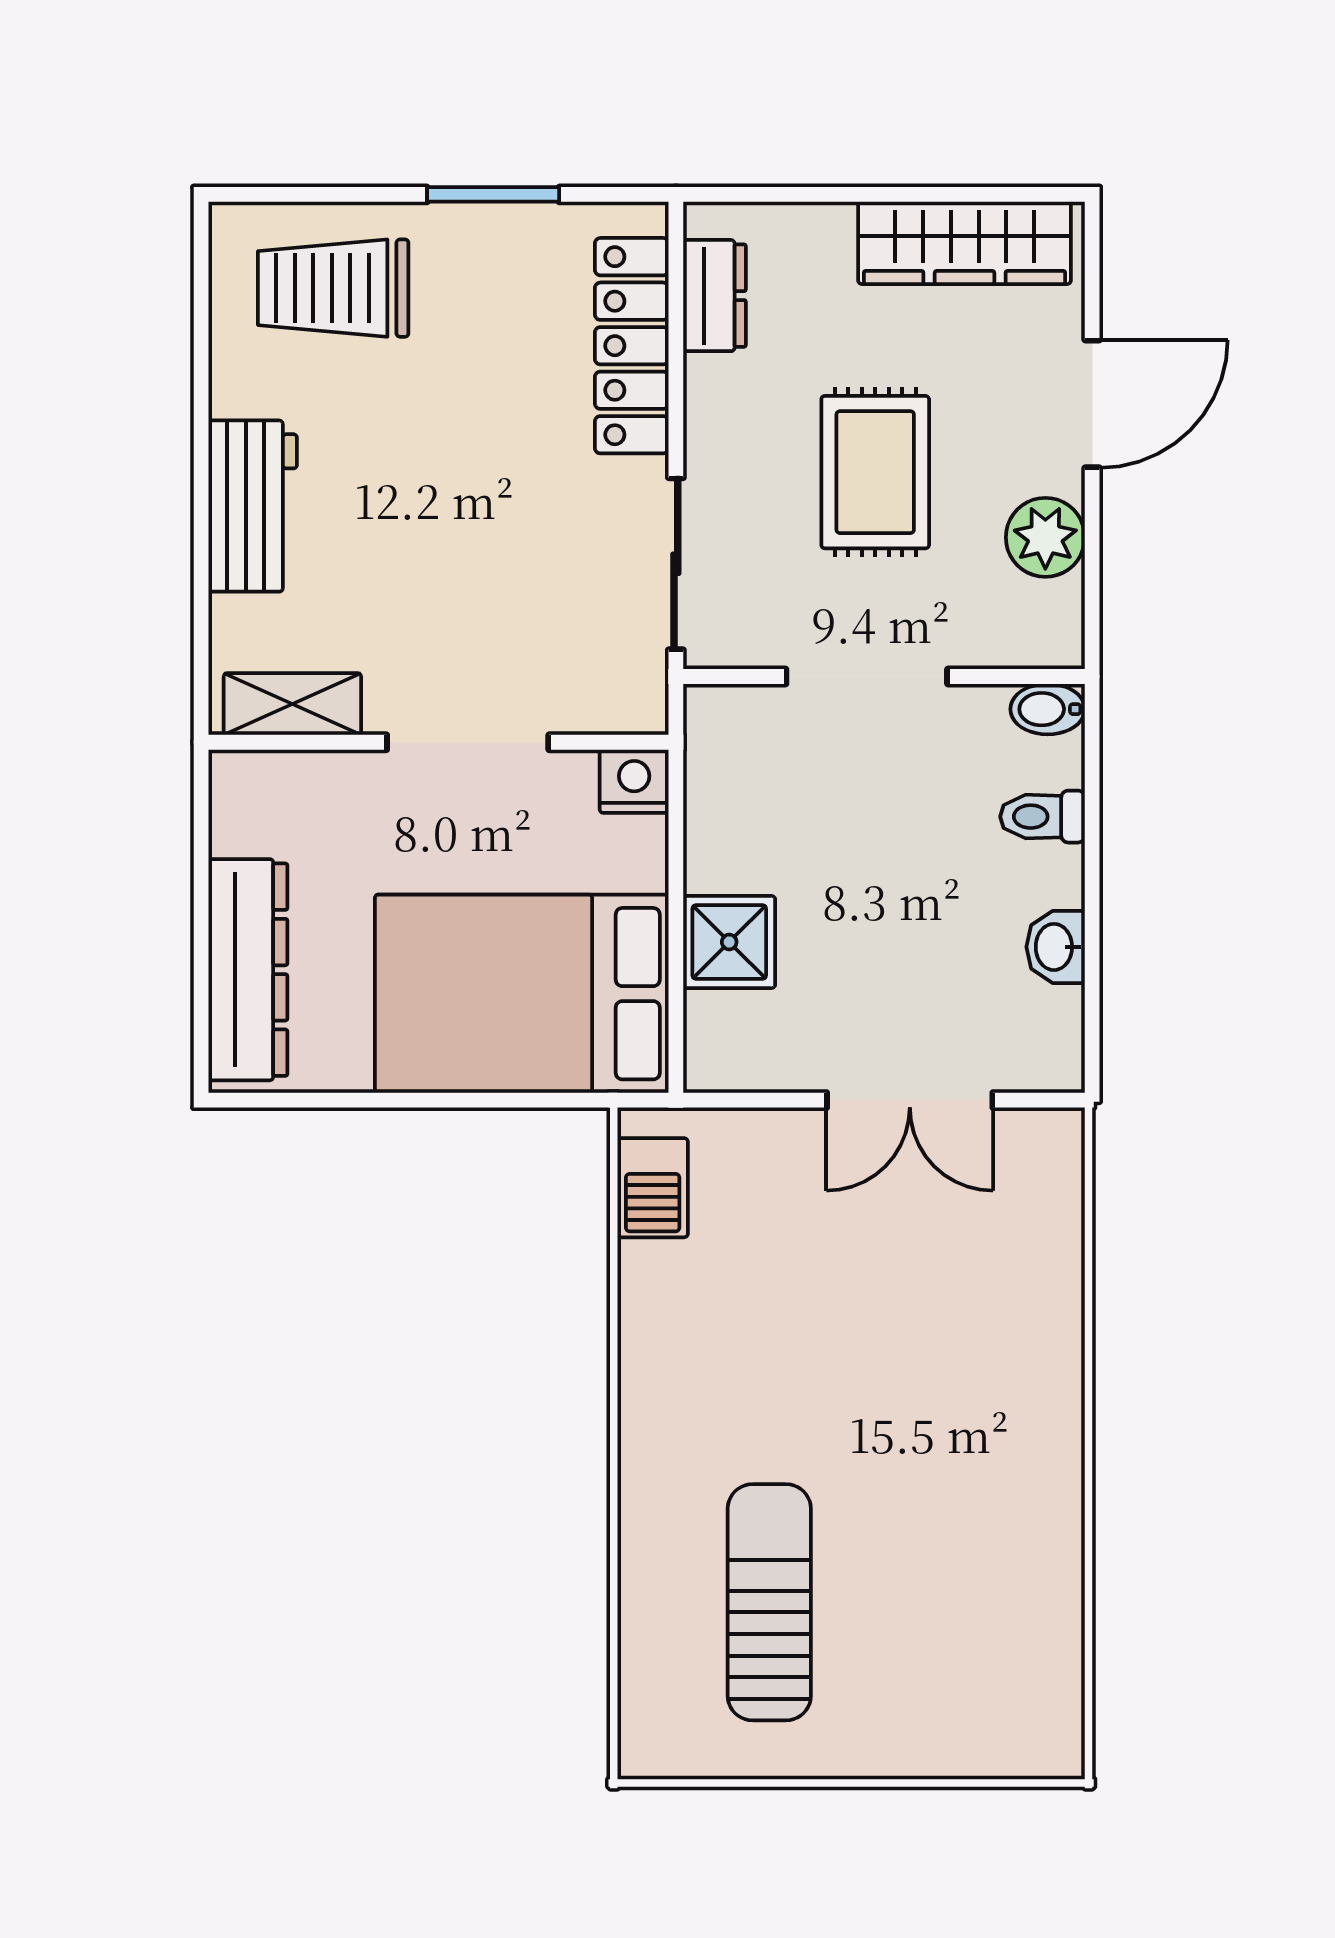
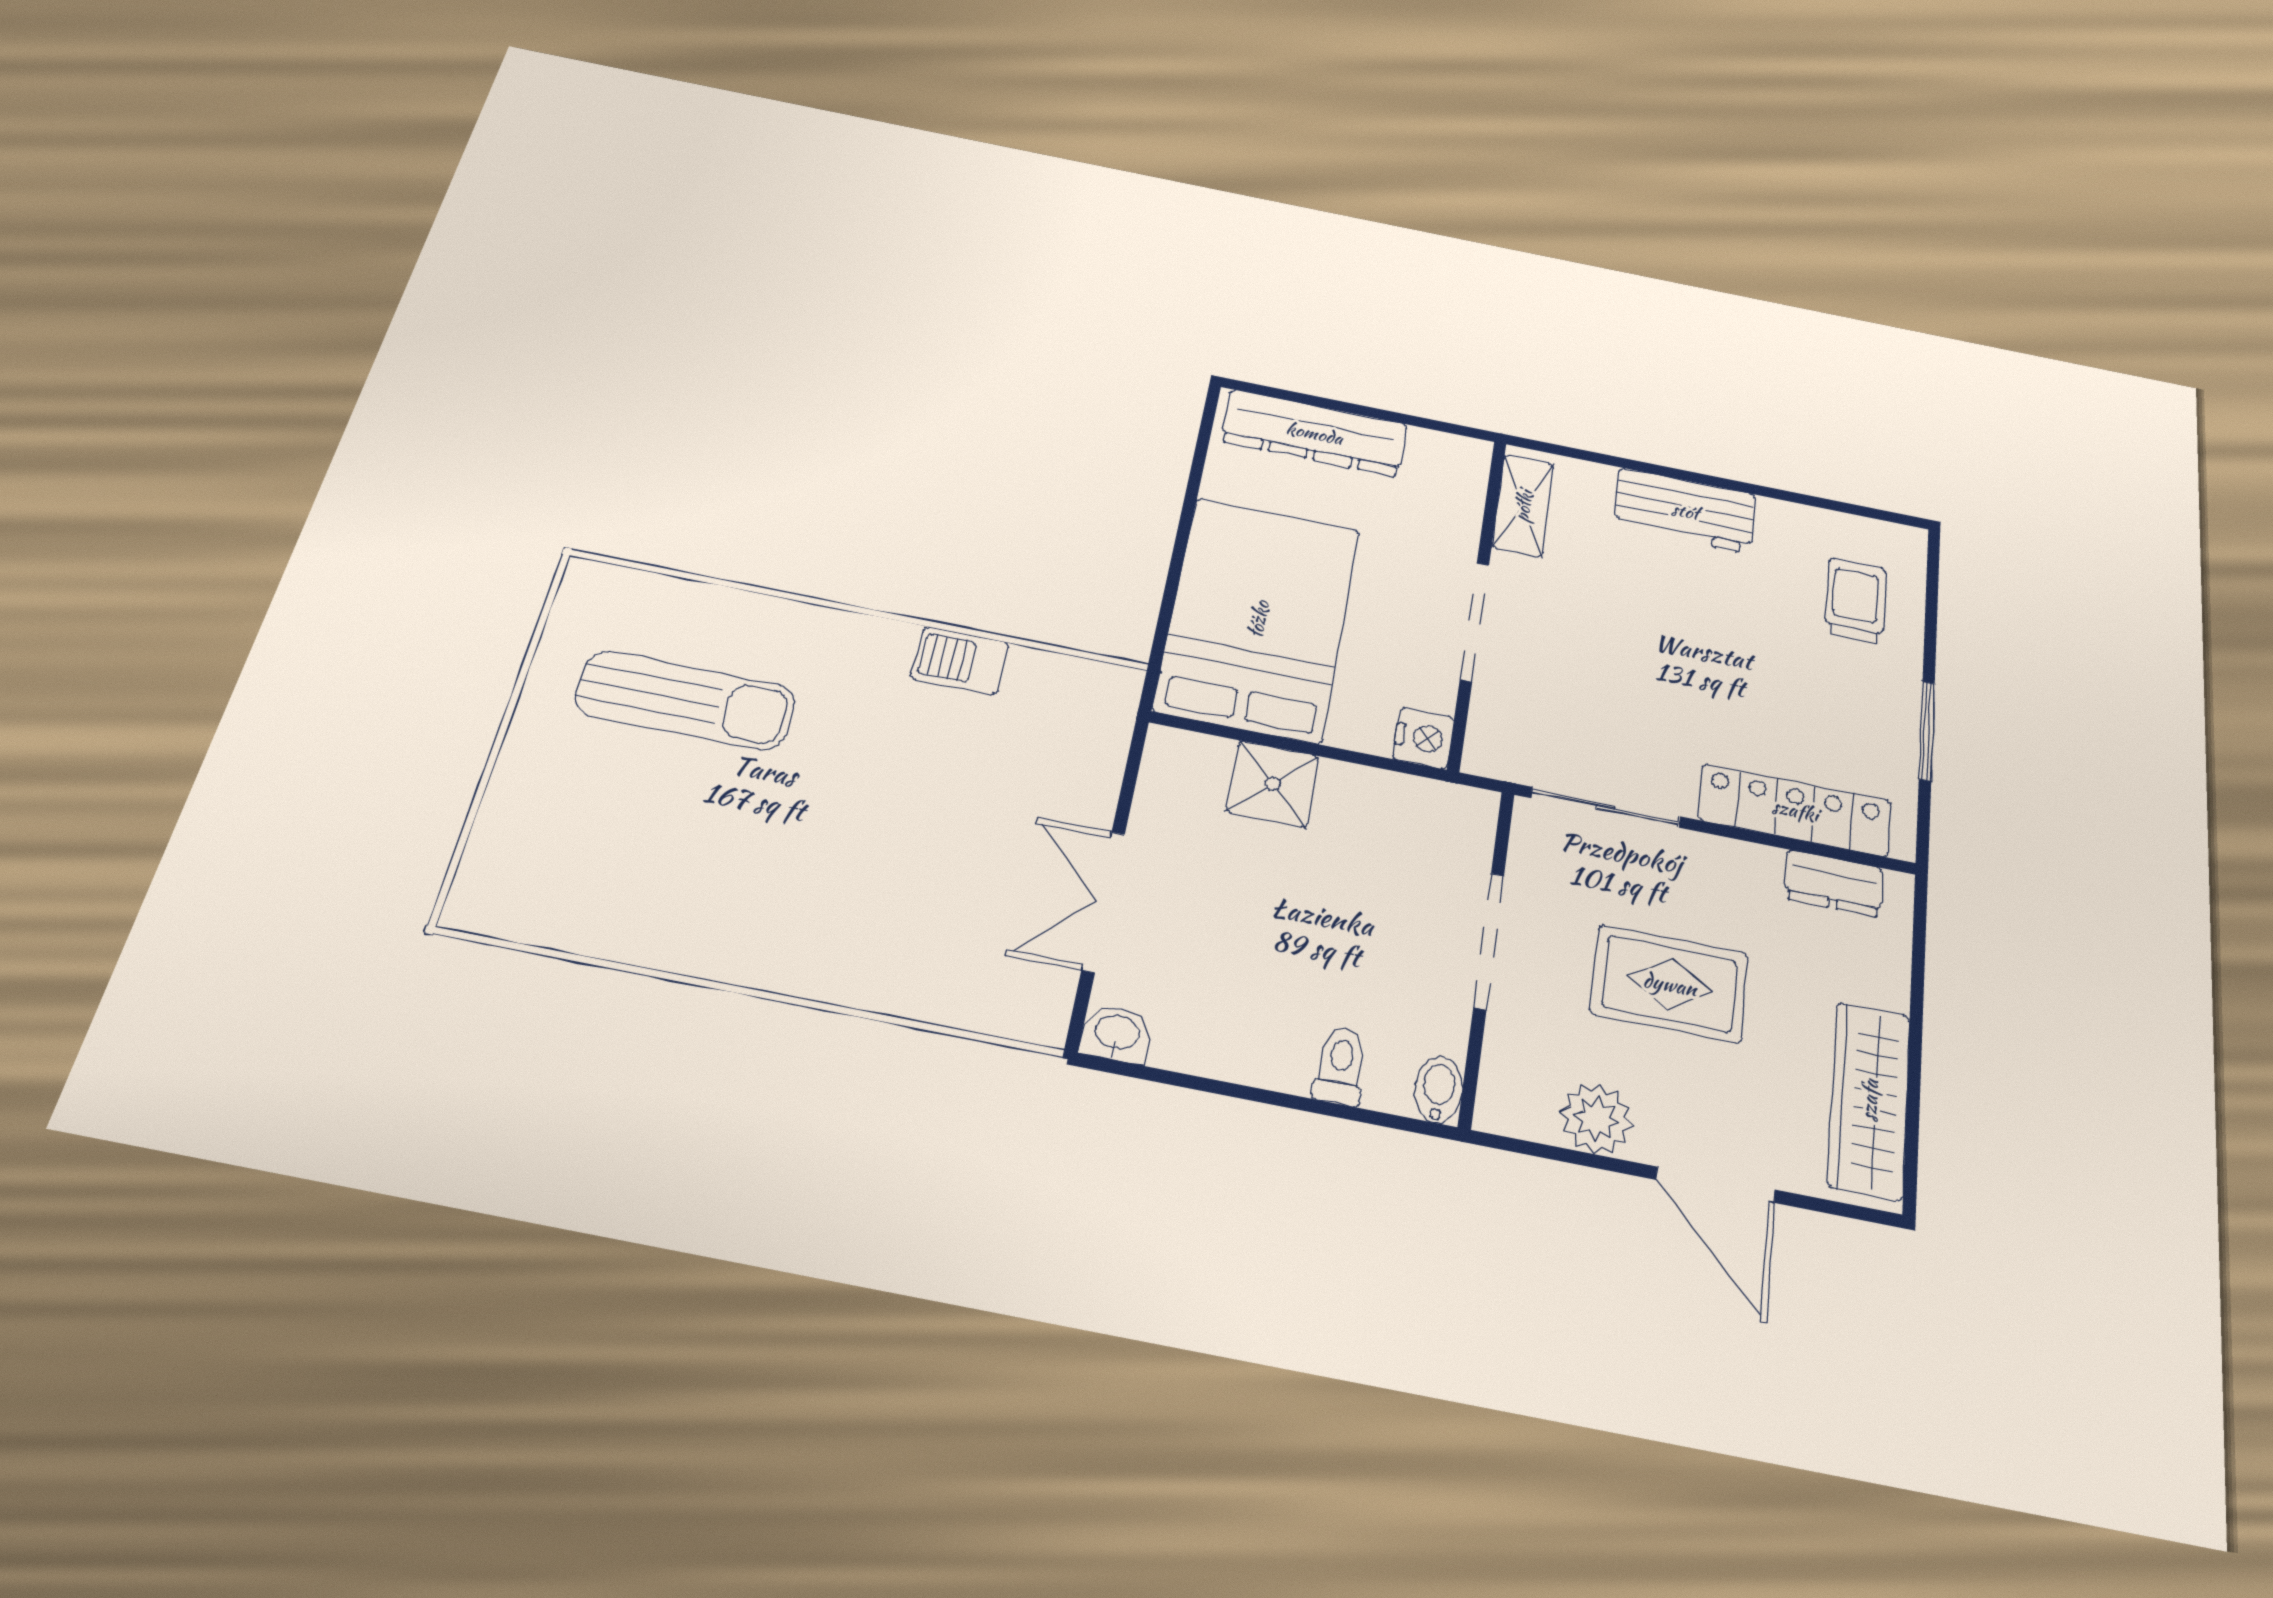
trolley: (333, 288) -> (1856, 601), width x0.73, depth x0.72
washbasin: (1056, 947) -> (1117, 1034), moved
barbecue: (653, 1188) -> (960, 661), moved

